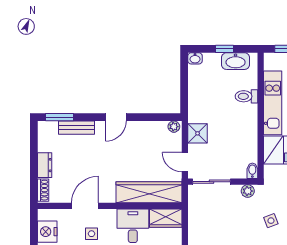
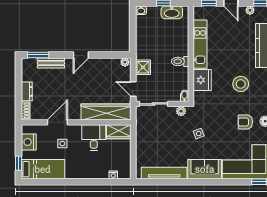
toilet: (246, 96) -> (180, 61), moved

